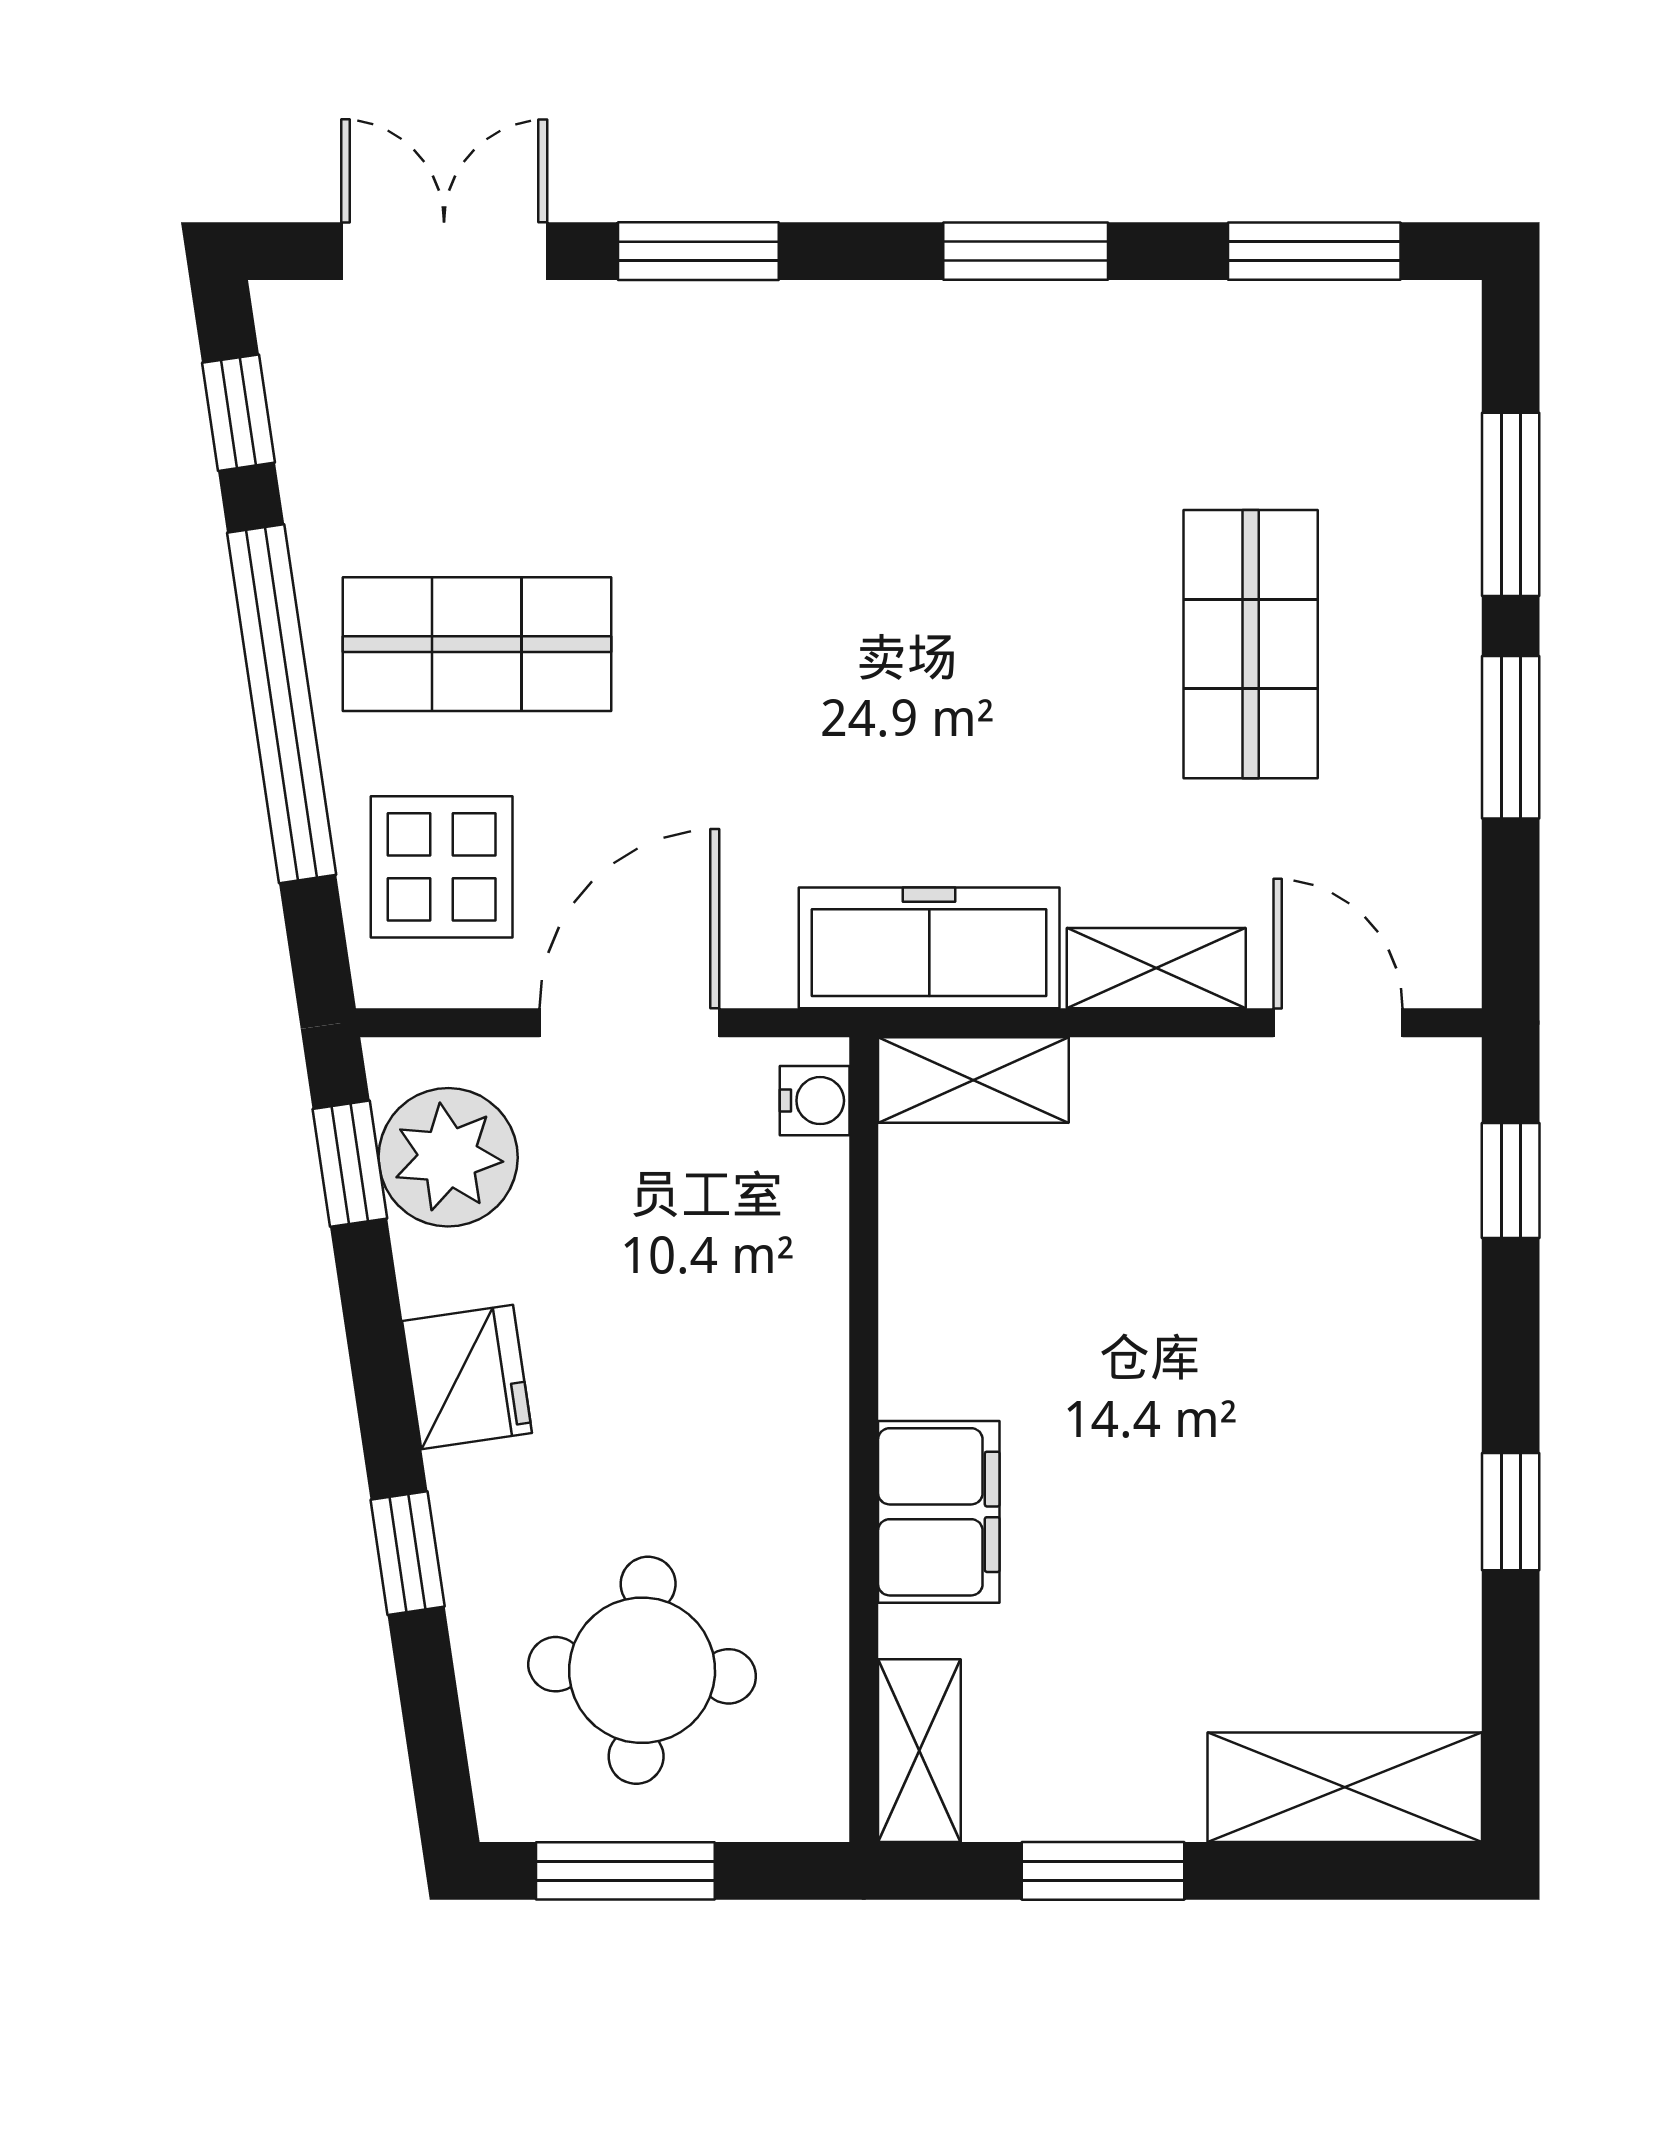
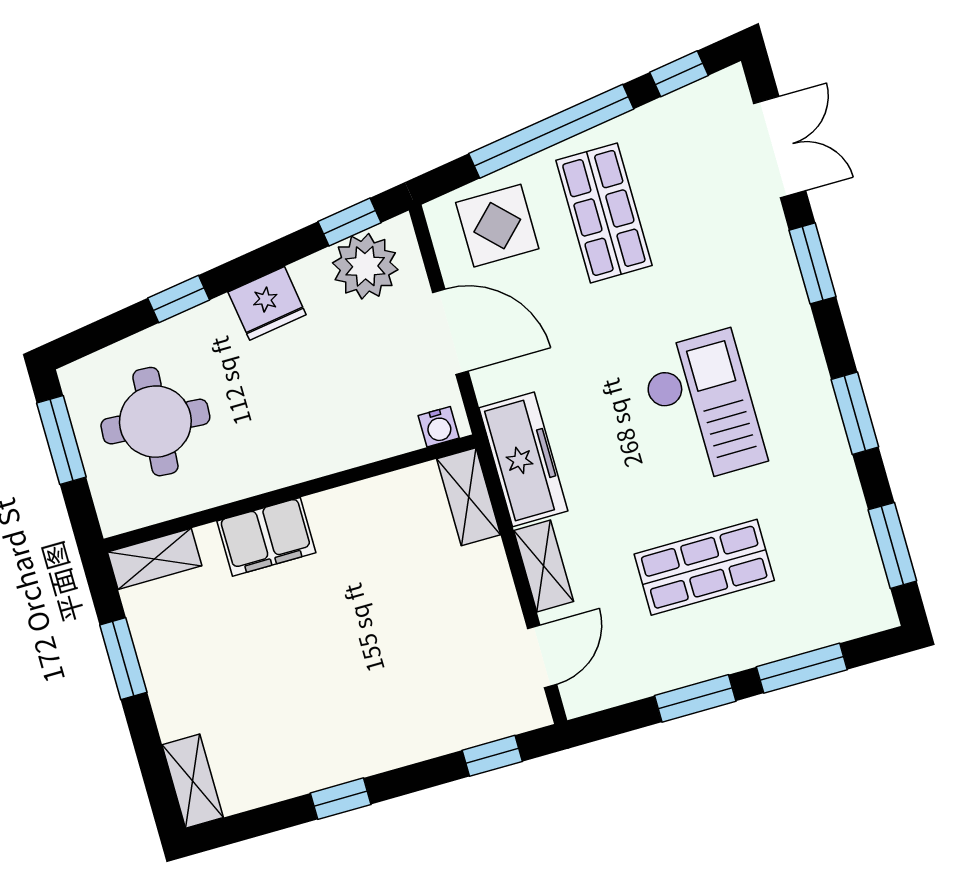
checkout: (927, 556) -> (703, 407), added
shelving: (1345, 1787) -> (193, 781), width x0.67, depth x0.75

